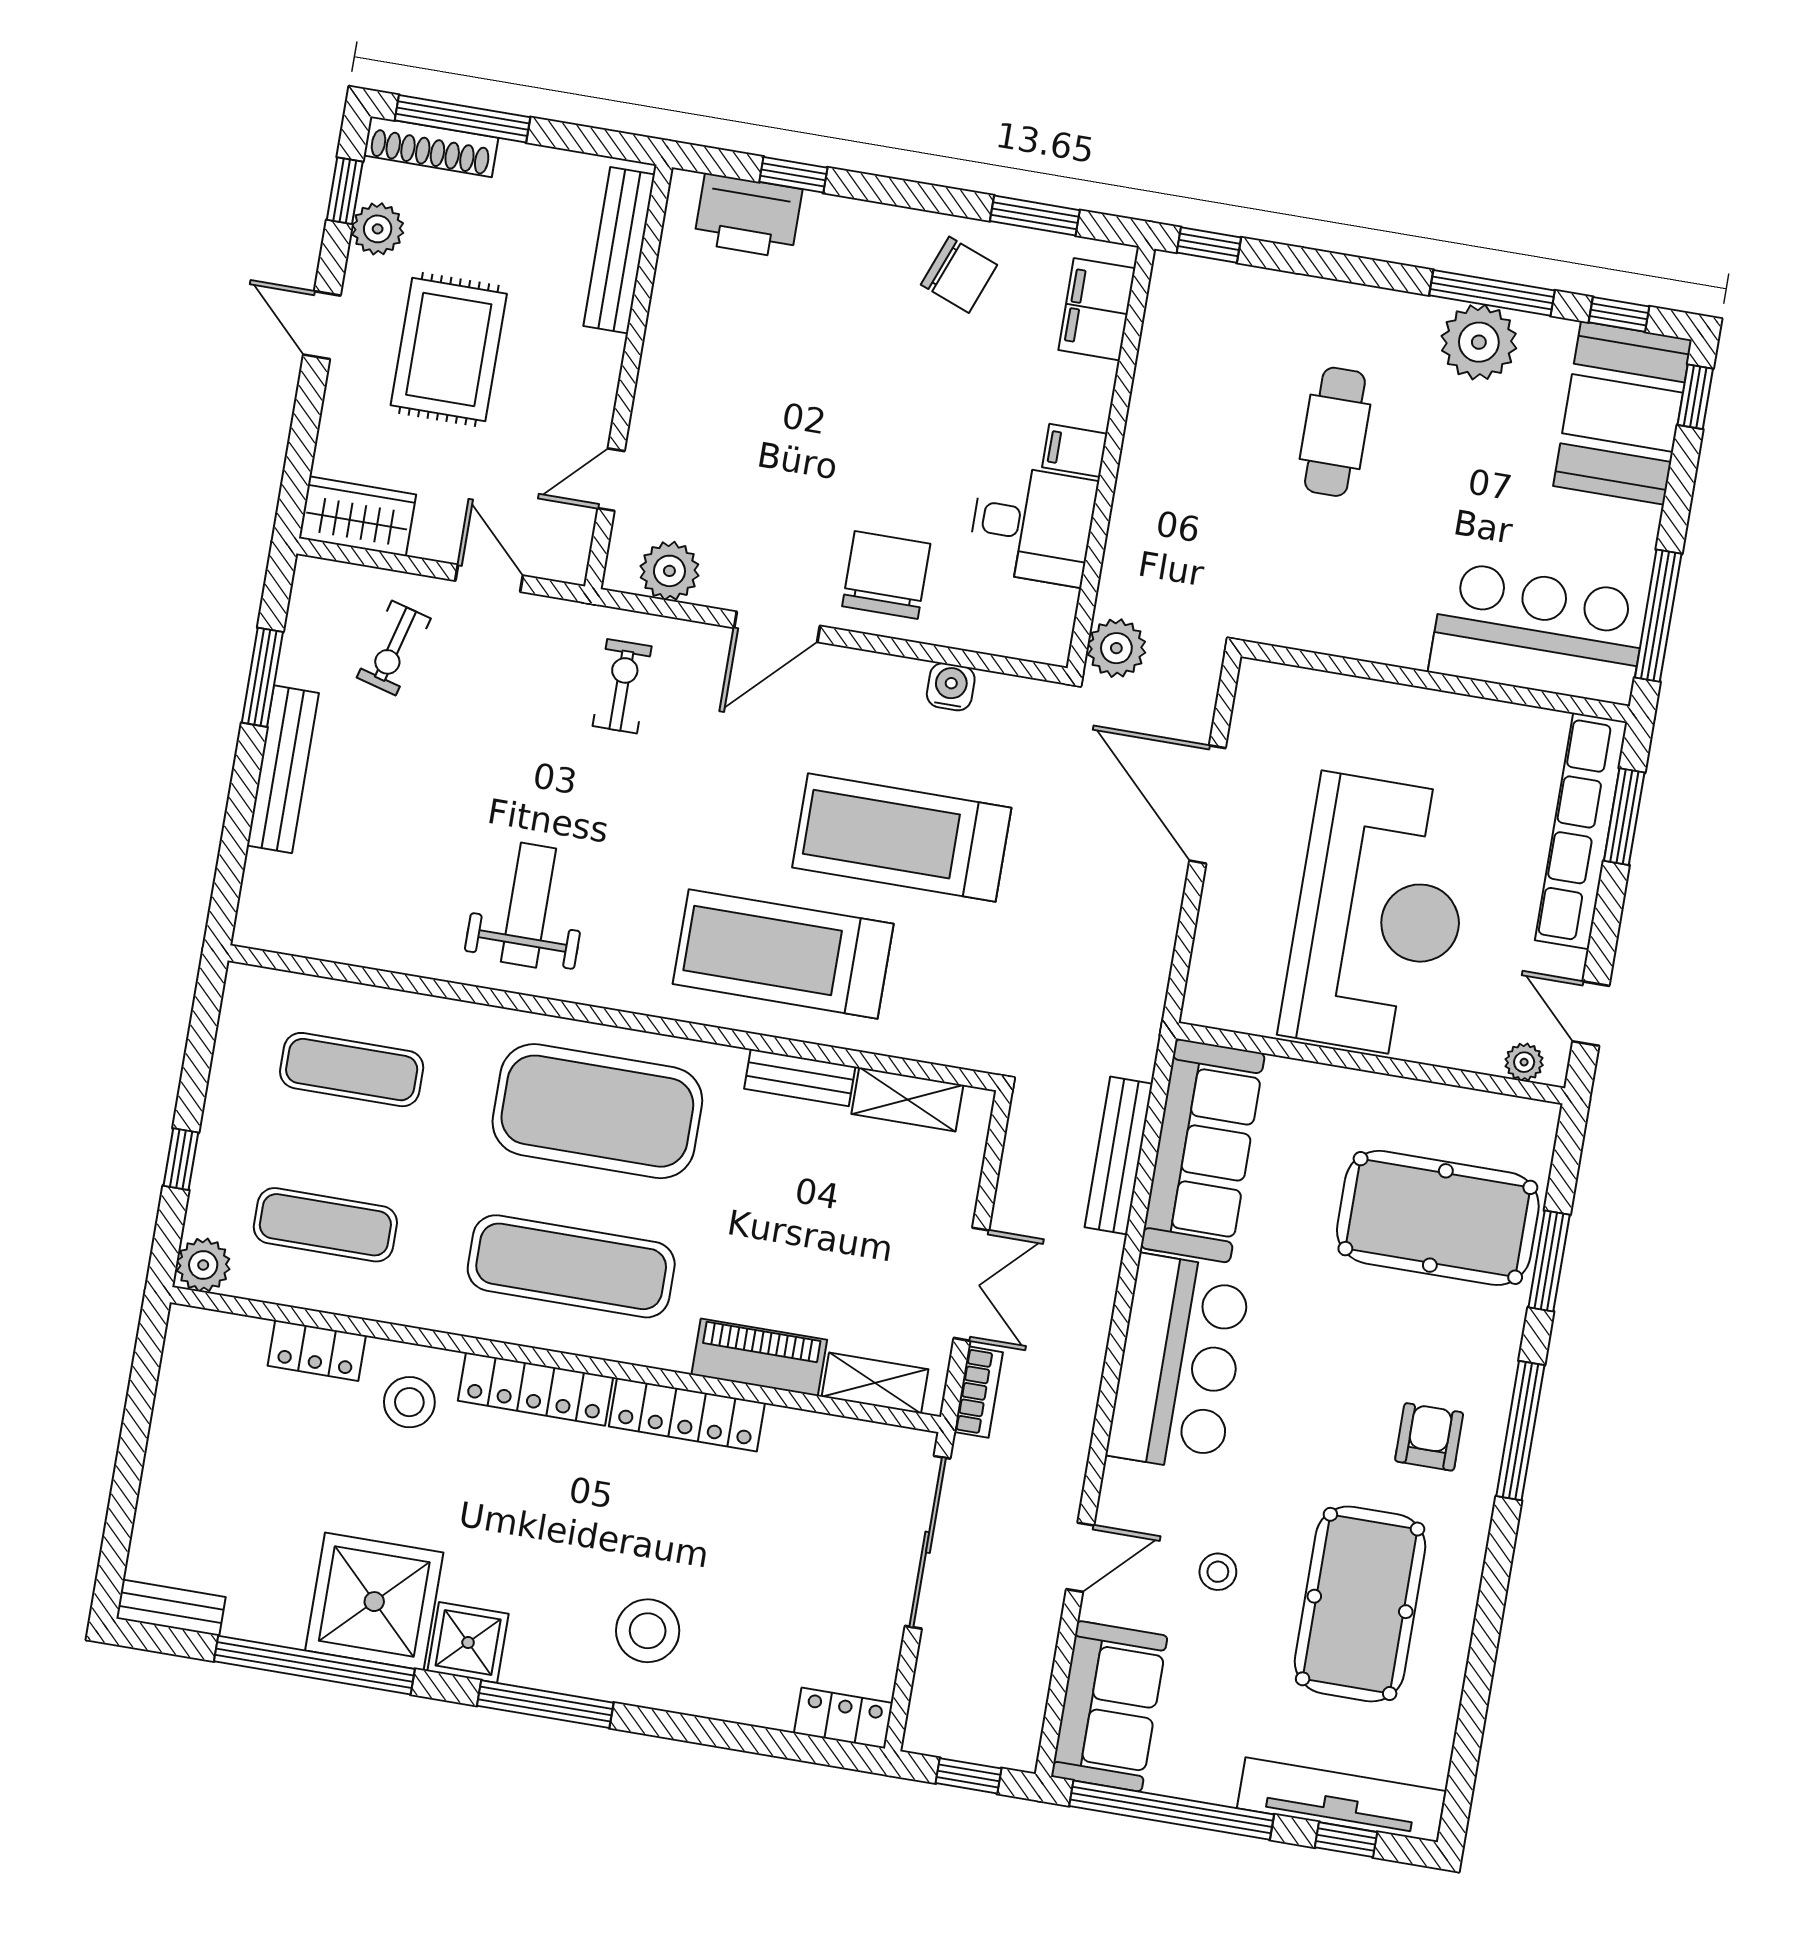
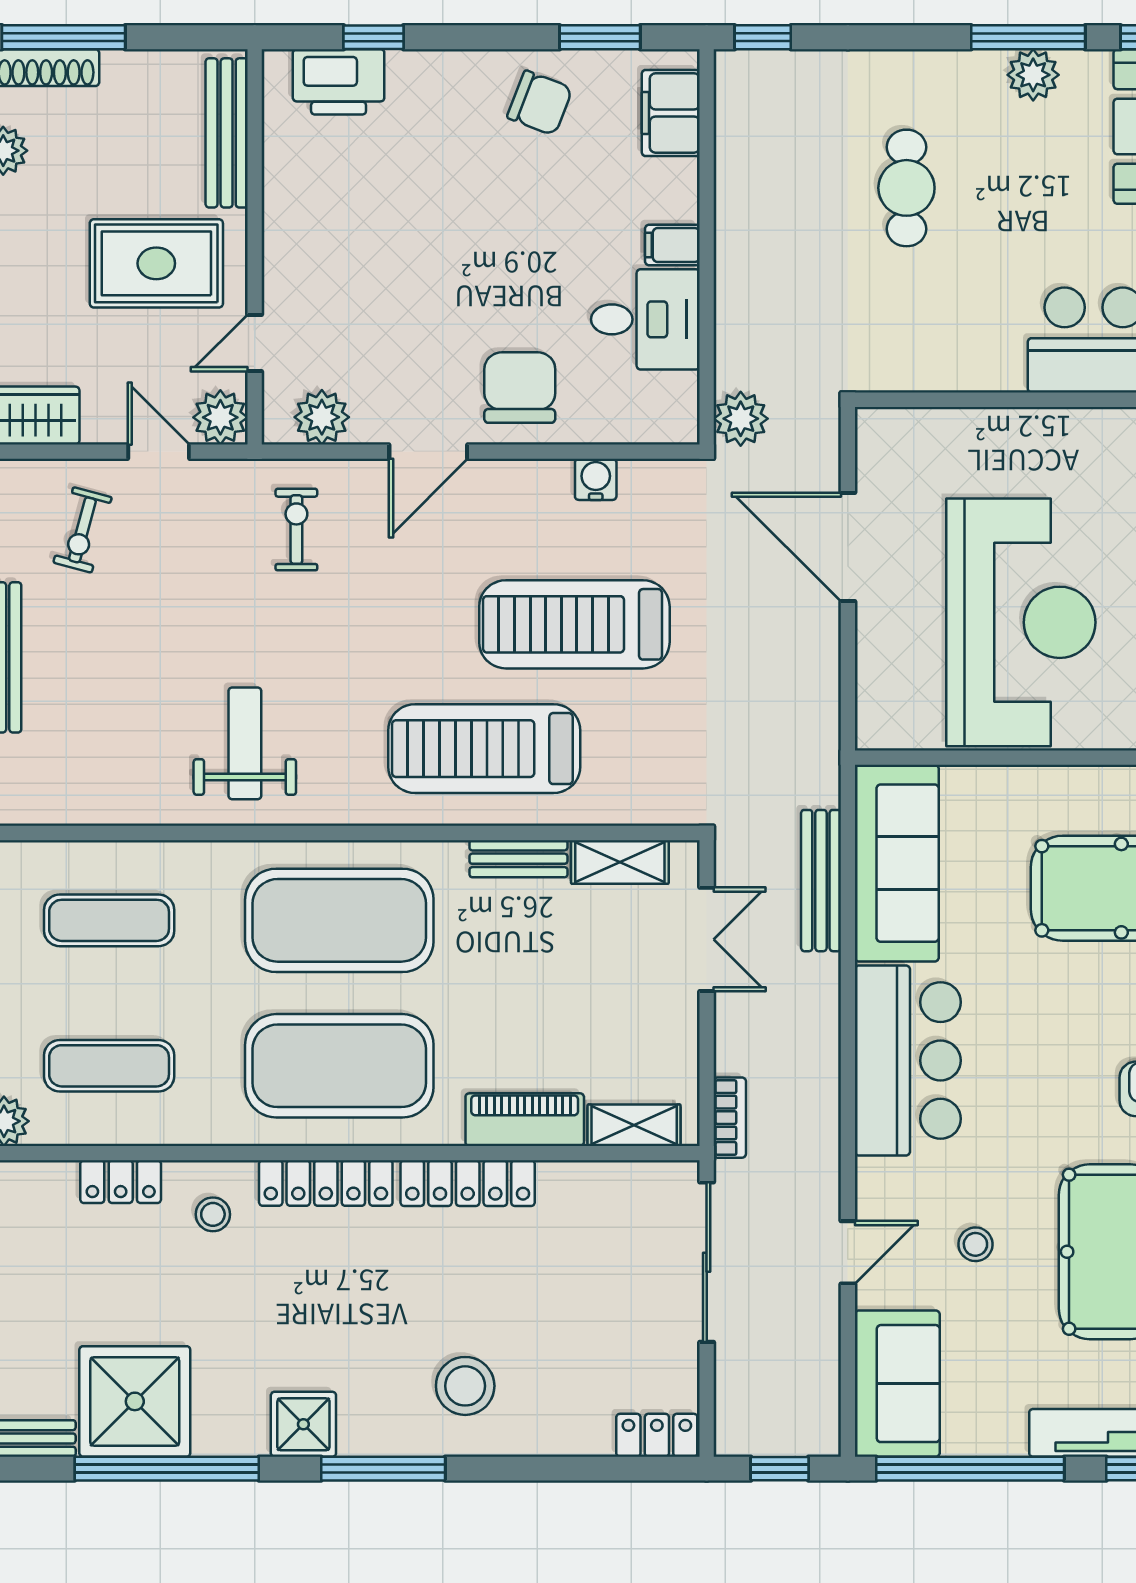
plant: (1479, 342) -> (1033, 75), width x0.73, depth x0.73
rug: (449, 349) -> (156, 263), moved, turned 90
plant: (561, 553) -> (220, 417), added
exercise mat: (571, 1266) -> (339, 1066), width x1.47
double door: (971, 1284) -> (707, 939), moved
stool: (409, 1402) -> (213, 1214), width x0.73, depth x0.73
shower: (374, 1602) -> (135, 1401), moved

